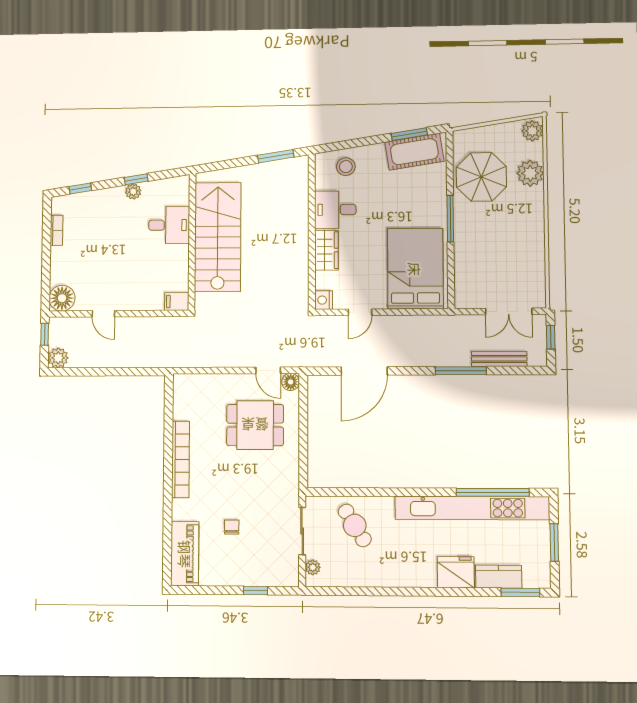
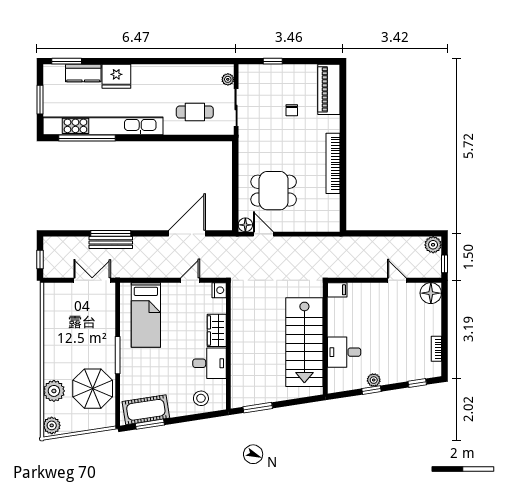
bed: (415, 269) -> (146, 315), width x0.67
double door: (509, 311) -> (92, 280), moved
bench: (499, 359) -> (111, 242), moved
cafe table: (355, 525) -> (195, 112), turned -58

